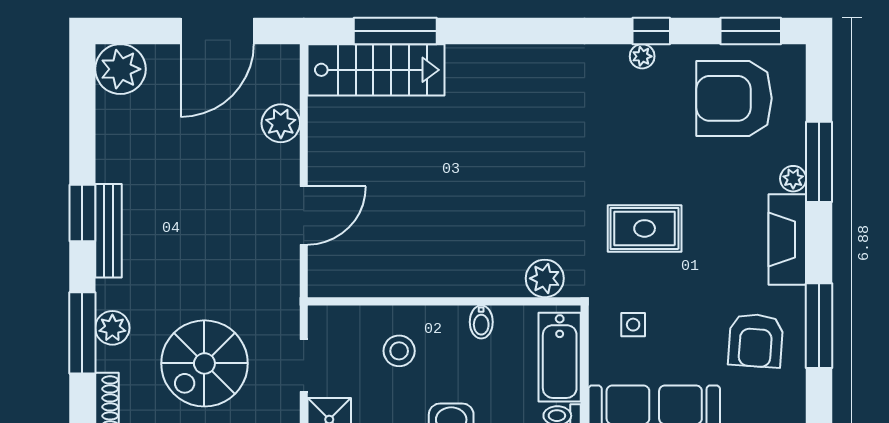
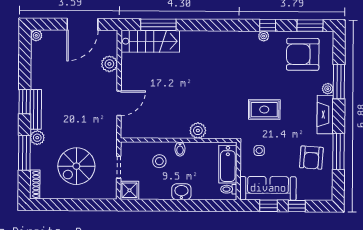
plant: (120, 69) -> (36, 35), width x0.53, depth x0.53
plant: (545, 278) -> (198, 131), moved
bidet: (481, 322) -> (180, 149), moved
plant: (112, 328) -> (37, 138), moved

